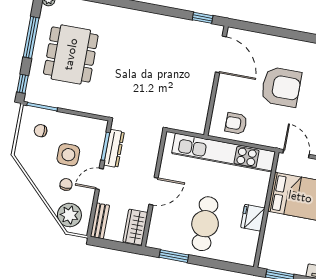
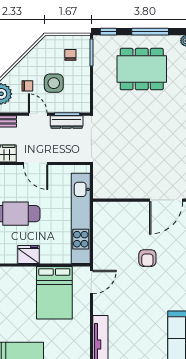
armchair: (281, 87) -> (147, 258), width x0.53, depth x0.53
armchair: (236, 123) -> (108, 225), removed

